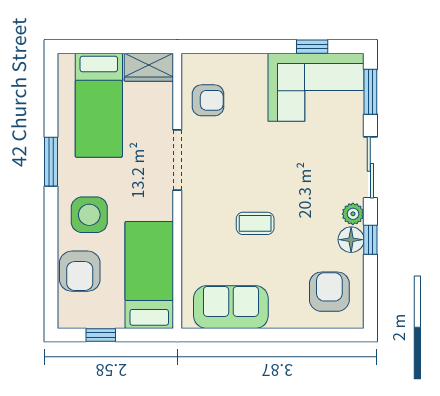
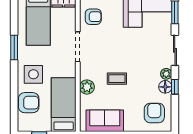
plant: (196, 240) -> (87, 87), added
armchair: (80, 271) -> (29, 103), turned -90

